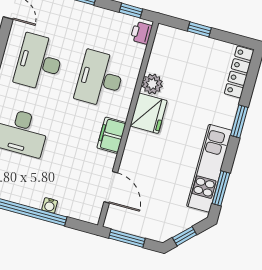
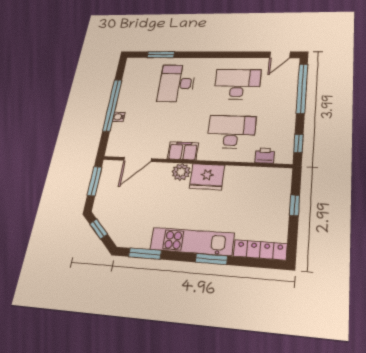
printer: (141, 33) -> (265, 156), moved
plant: (152, 84) -> (181, 172), moved
kitchen unit: (209, 168) -> (192, 241), moved

